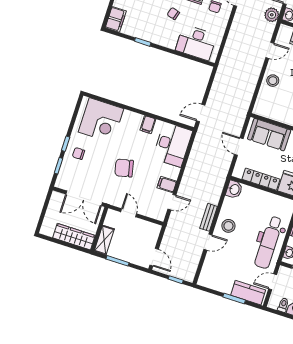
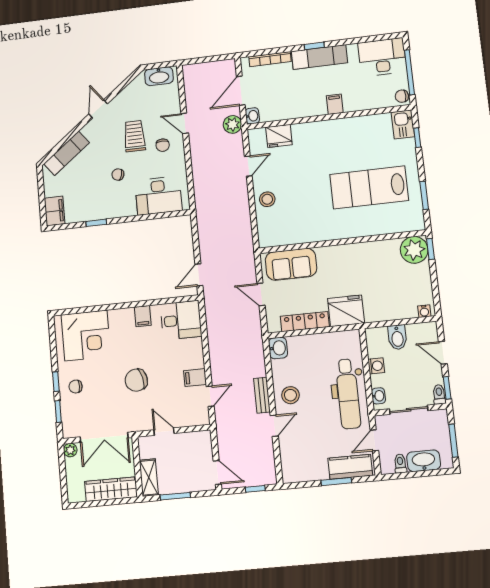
desk: (172, 145) -> (181, 320), width x0.73
plant: (56, 197) -> (70, 450), added

